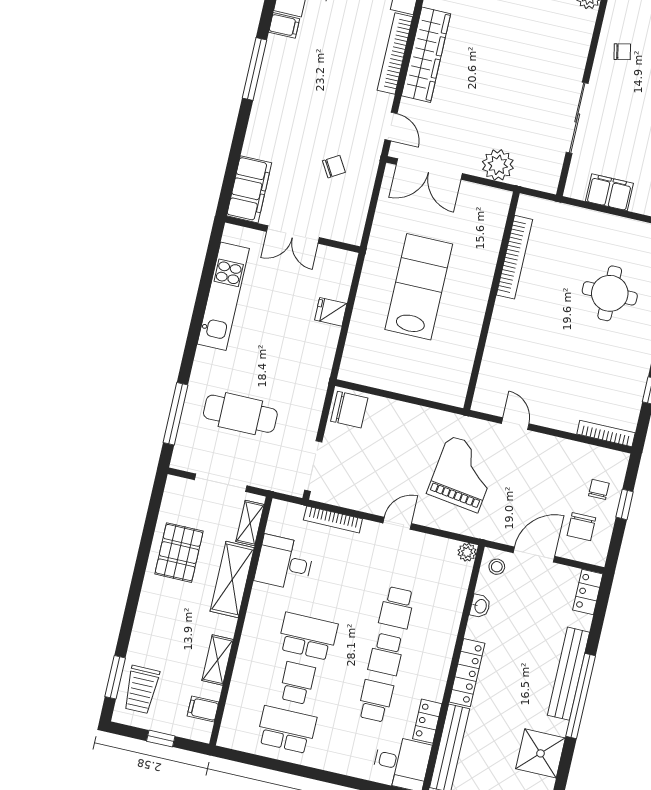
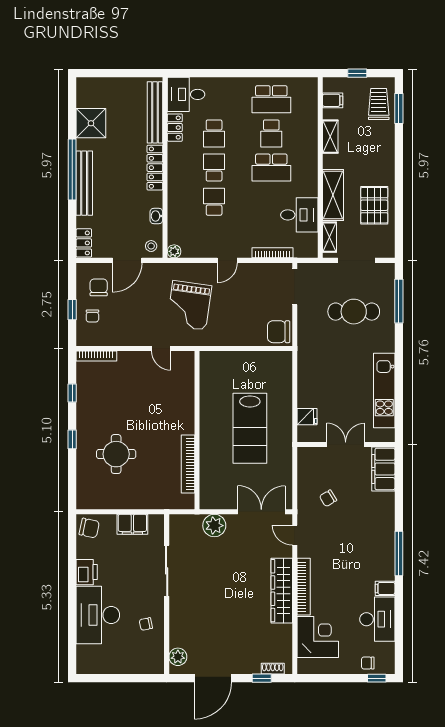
fridge: (331, 312) -> (307, 417), moved

